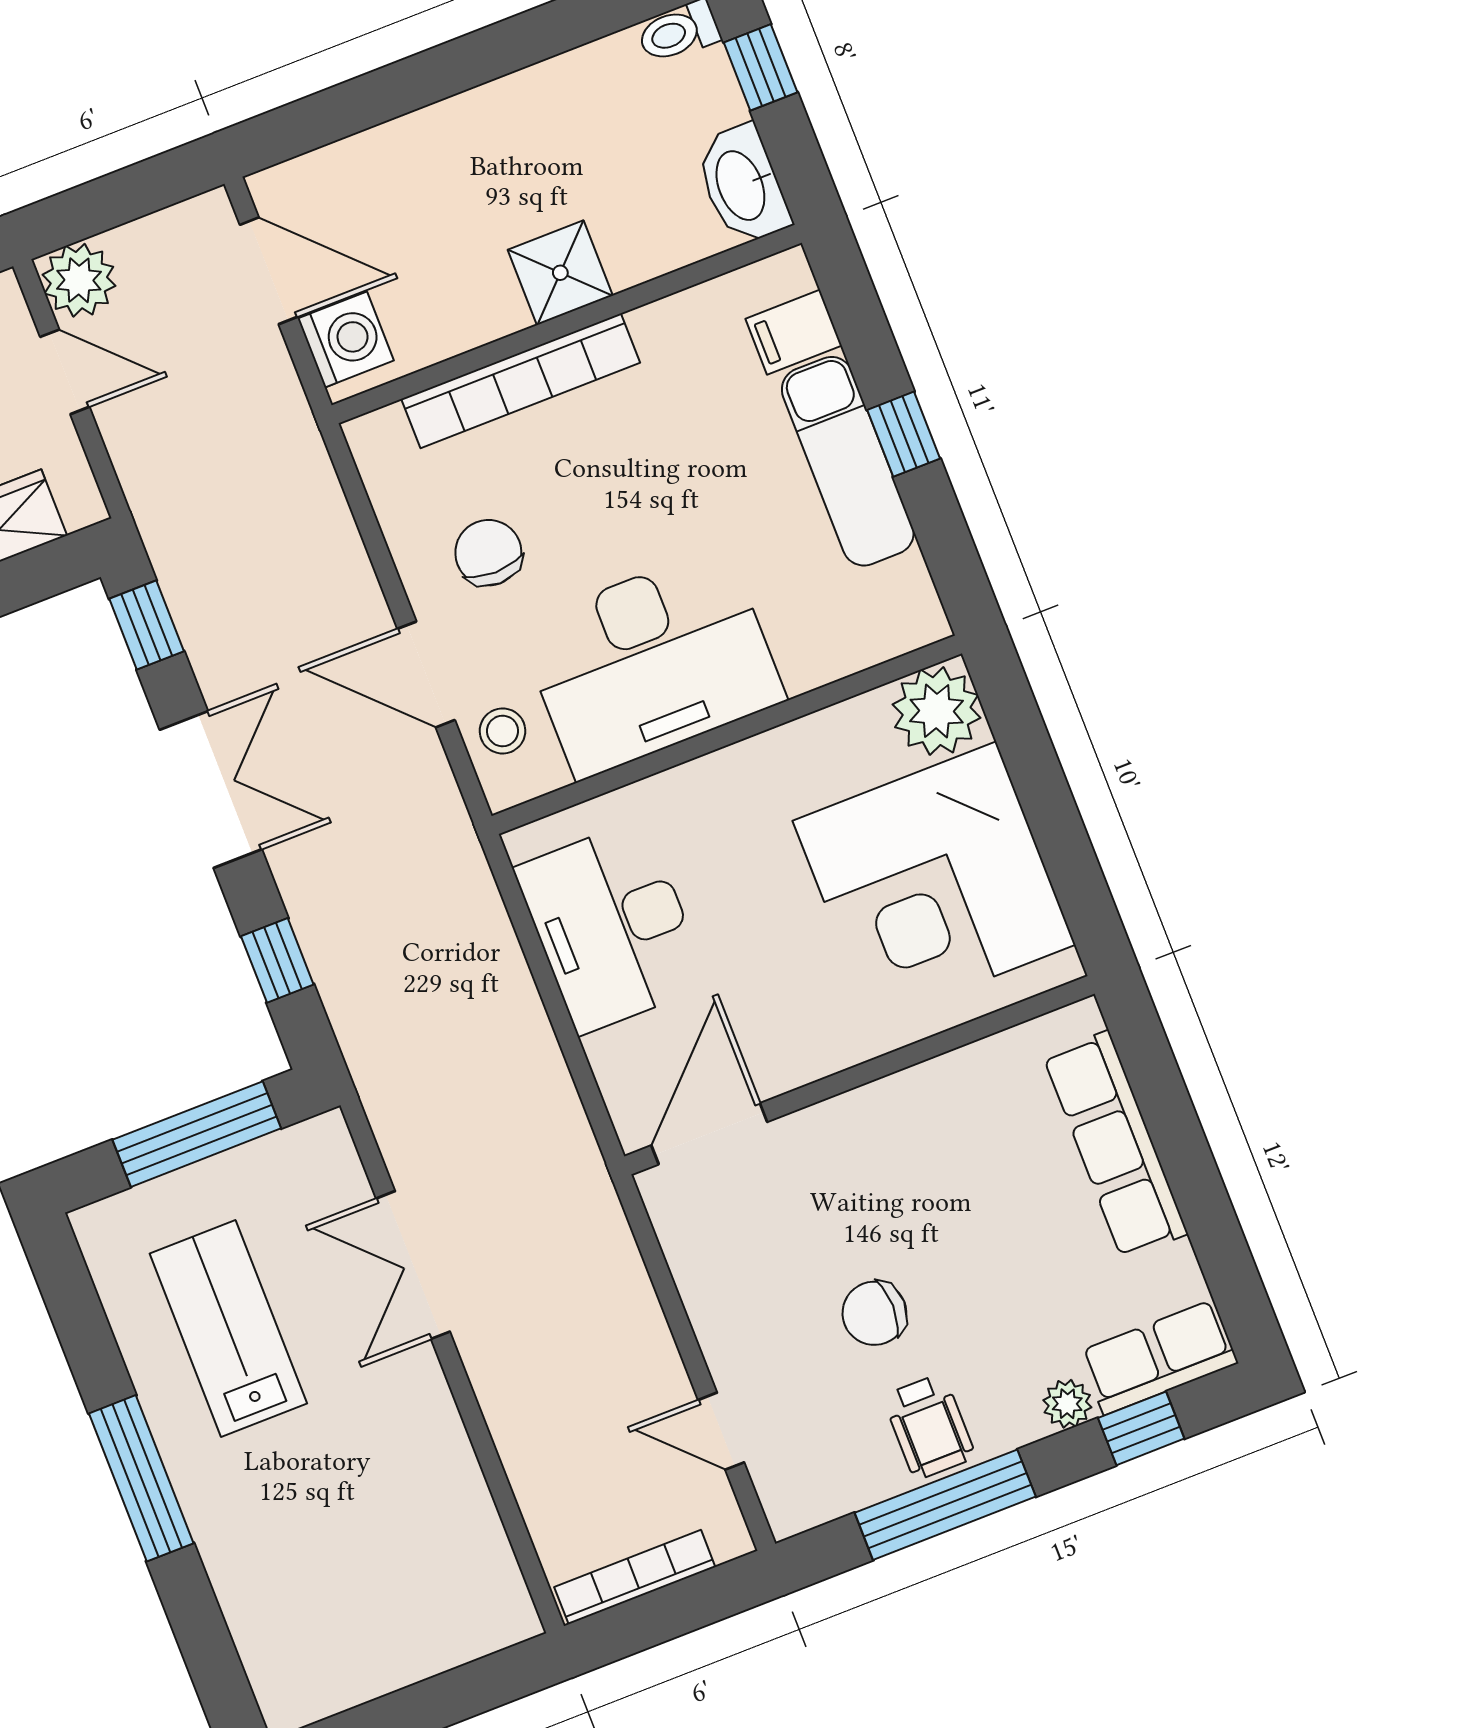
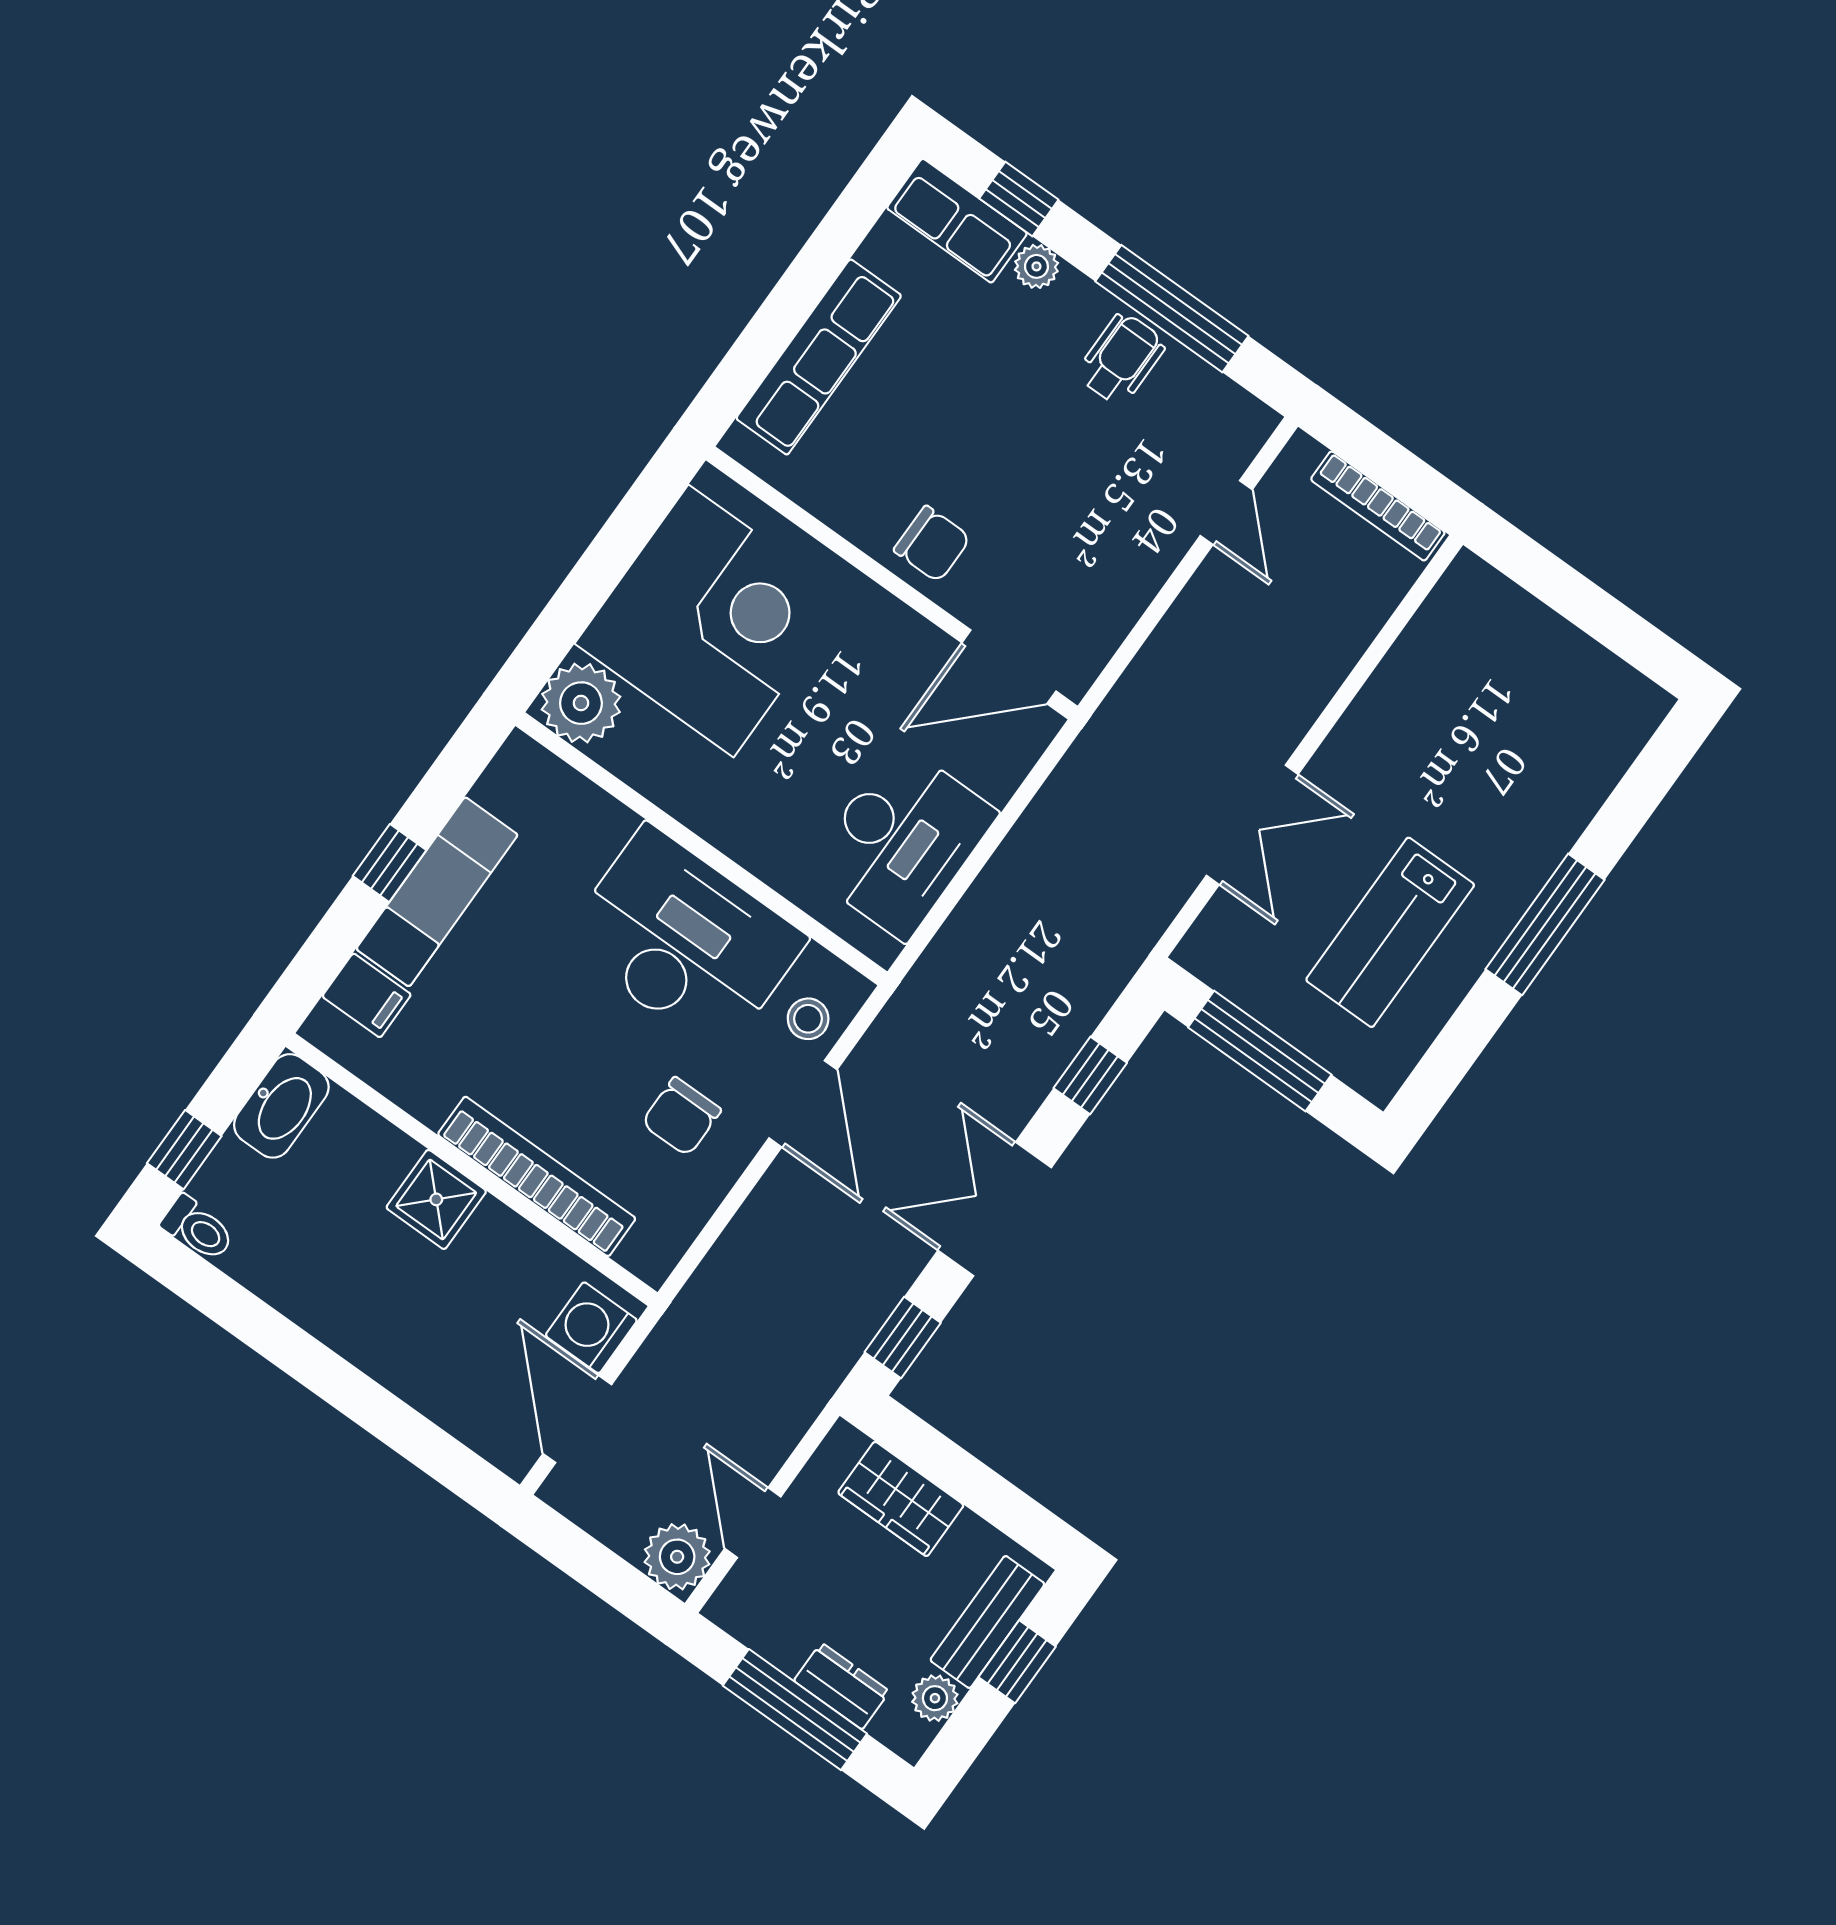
chair: (874, 1313) -> (932, 544), moved

